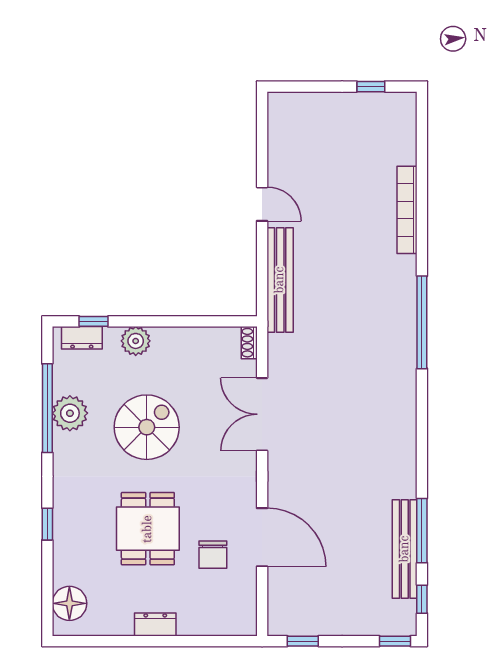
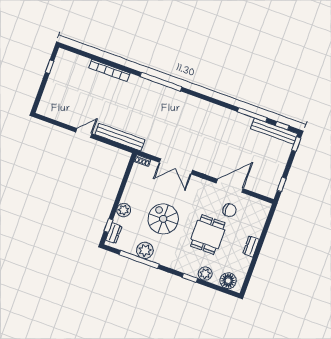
dining table: (148, 529) -> (208, 235), turned 90
bench: (405, 549) -> (274, 131), moved
plant: (67, 552) -> (205, 274), added

